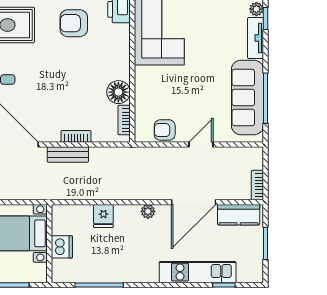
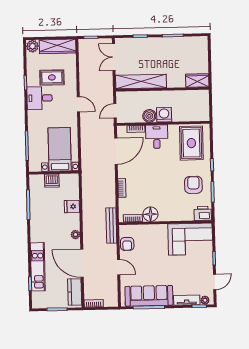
armchair: (165, 130) -> (127, 244), turned 180
bench: (68, 154) -> (111, 225), moved, width x1.36

